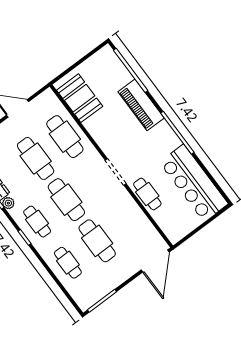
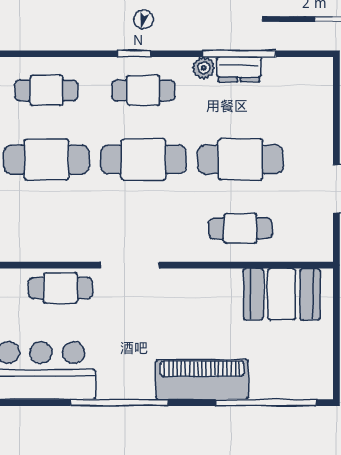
cafe table: (65, 137) -> (240, 228), width x0.73, depth x0.74

